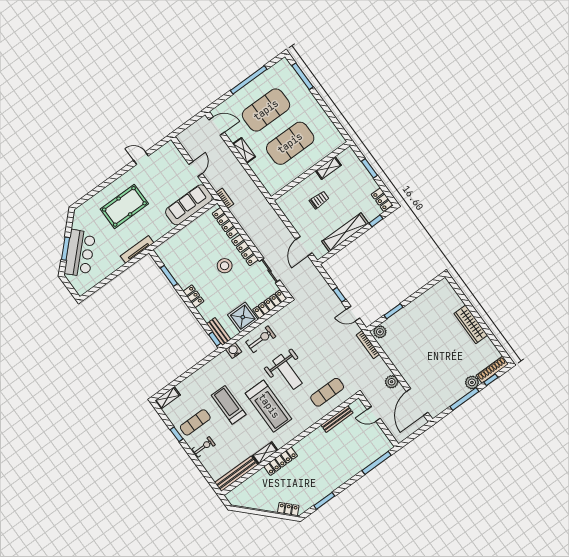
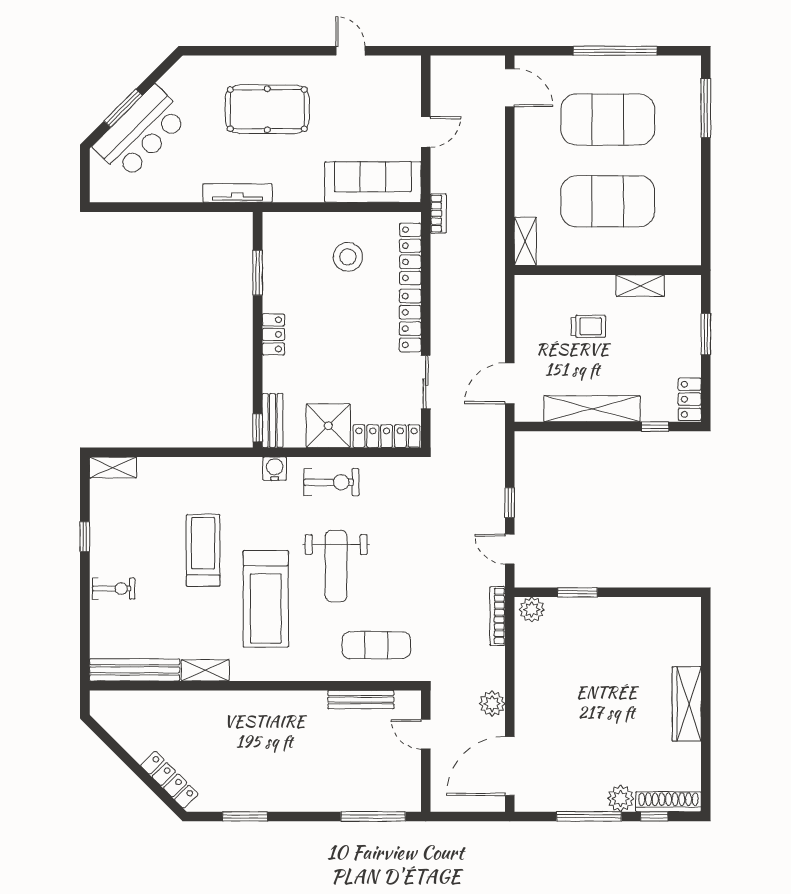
shelving: (244, 150) -> (525, 241), moved
stool: (225, 266) -> (348, 257), moved
exercise mat: (195, 422) -> (129, 539), removed
locker: (281, 461) -> (221, 702), removed
locker: (288, 509) -> (169, 780), width x1.53

